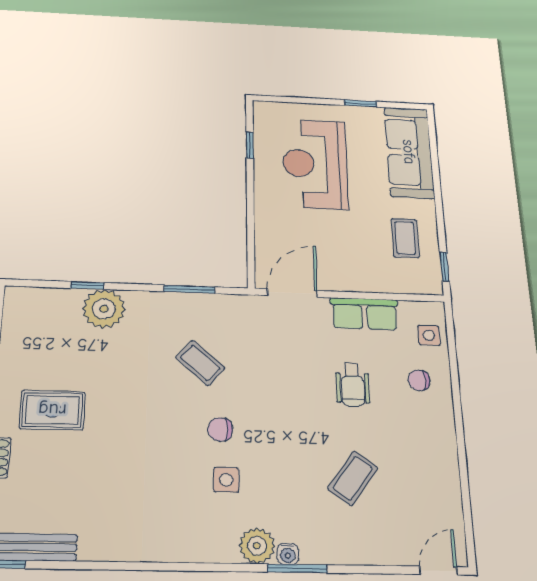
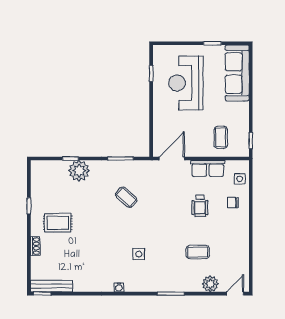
coffee table: (405, 238) -> (221, 137), moved
chair: (220, 429) -> (136, 230), removed
coffee table: (353, 478) -> (198, 252), turned 54
plant: (257, 546) -> (210, 284), moved
water cooler: (288, 554) -> (119, 287), moved

